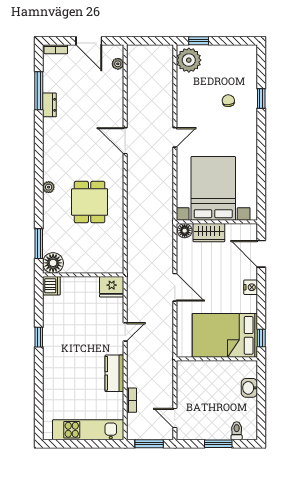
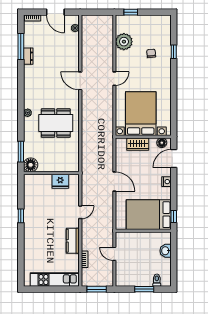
plant: (189, 60) -> (124, 42), moved
dining table: (90, 202) -> (56, 123), width x1.38
floor lamp: (185, 231) -> (162, 143), moved
door: (261, 254) -> (174, 159), hinge flipped
dishwasher: (51, 286) -> (30, 181), removed
fridge: (112, 287) -> (60, 181), moved
door: (175, 418) -> (114, 254), moved

